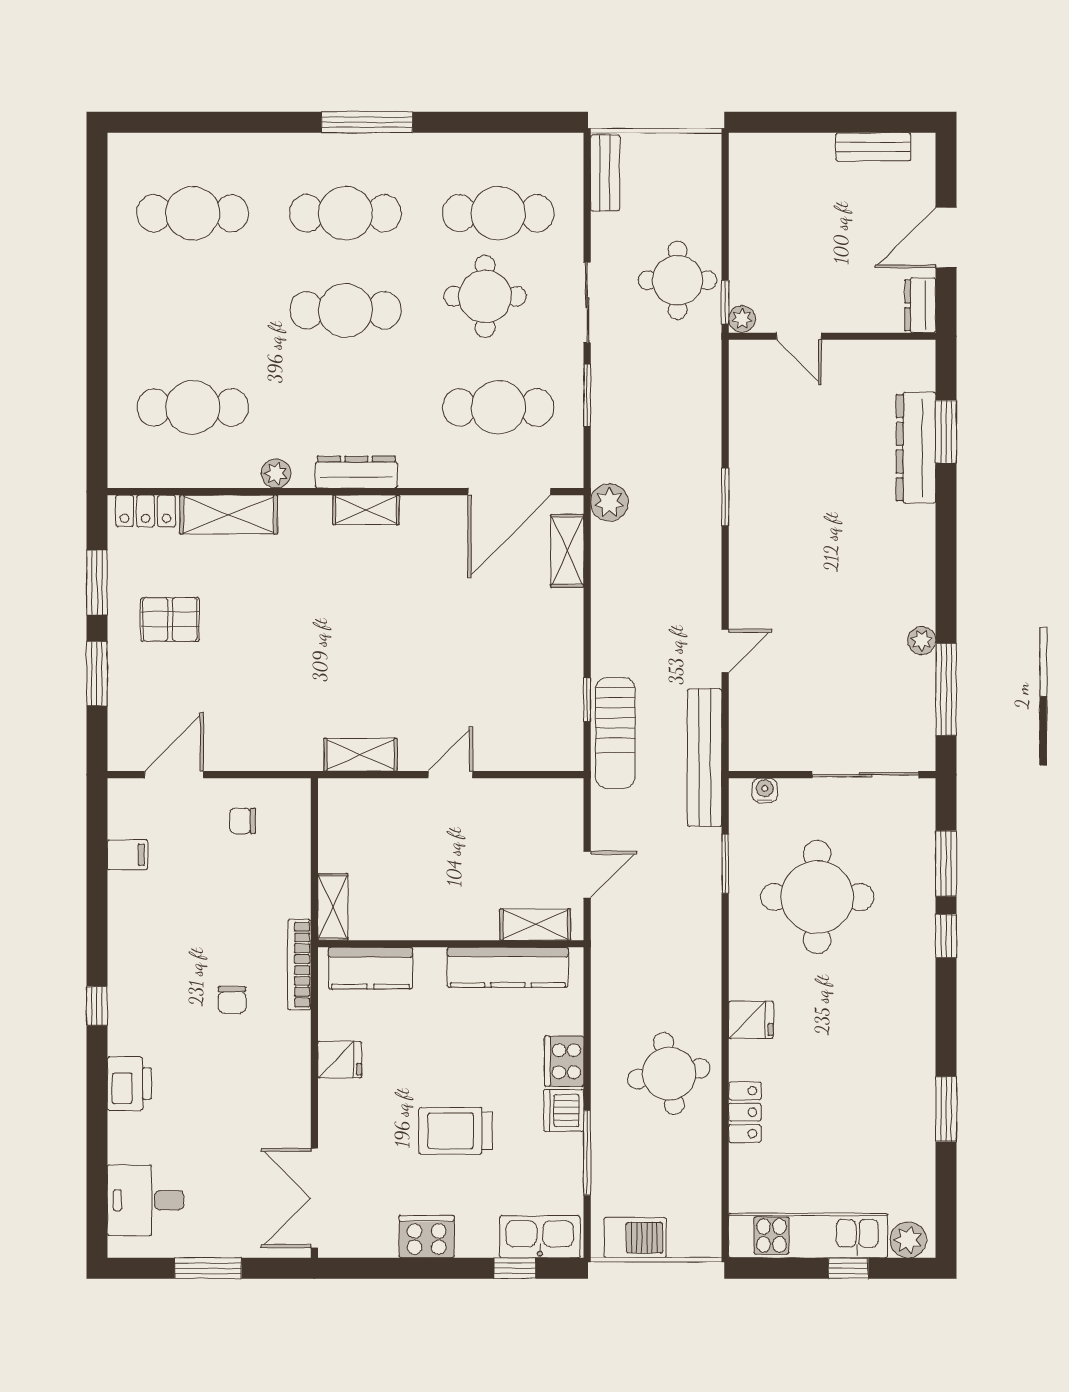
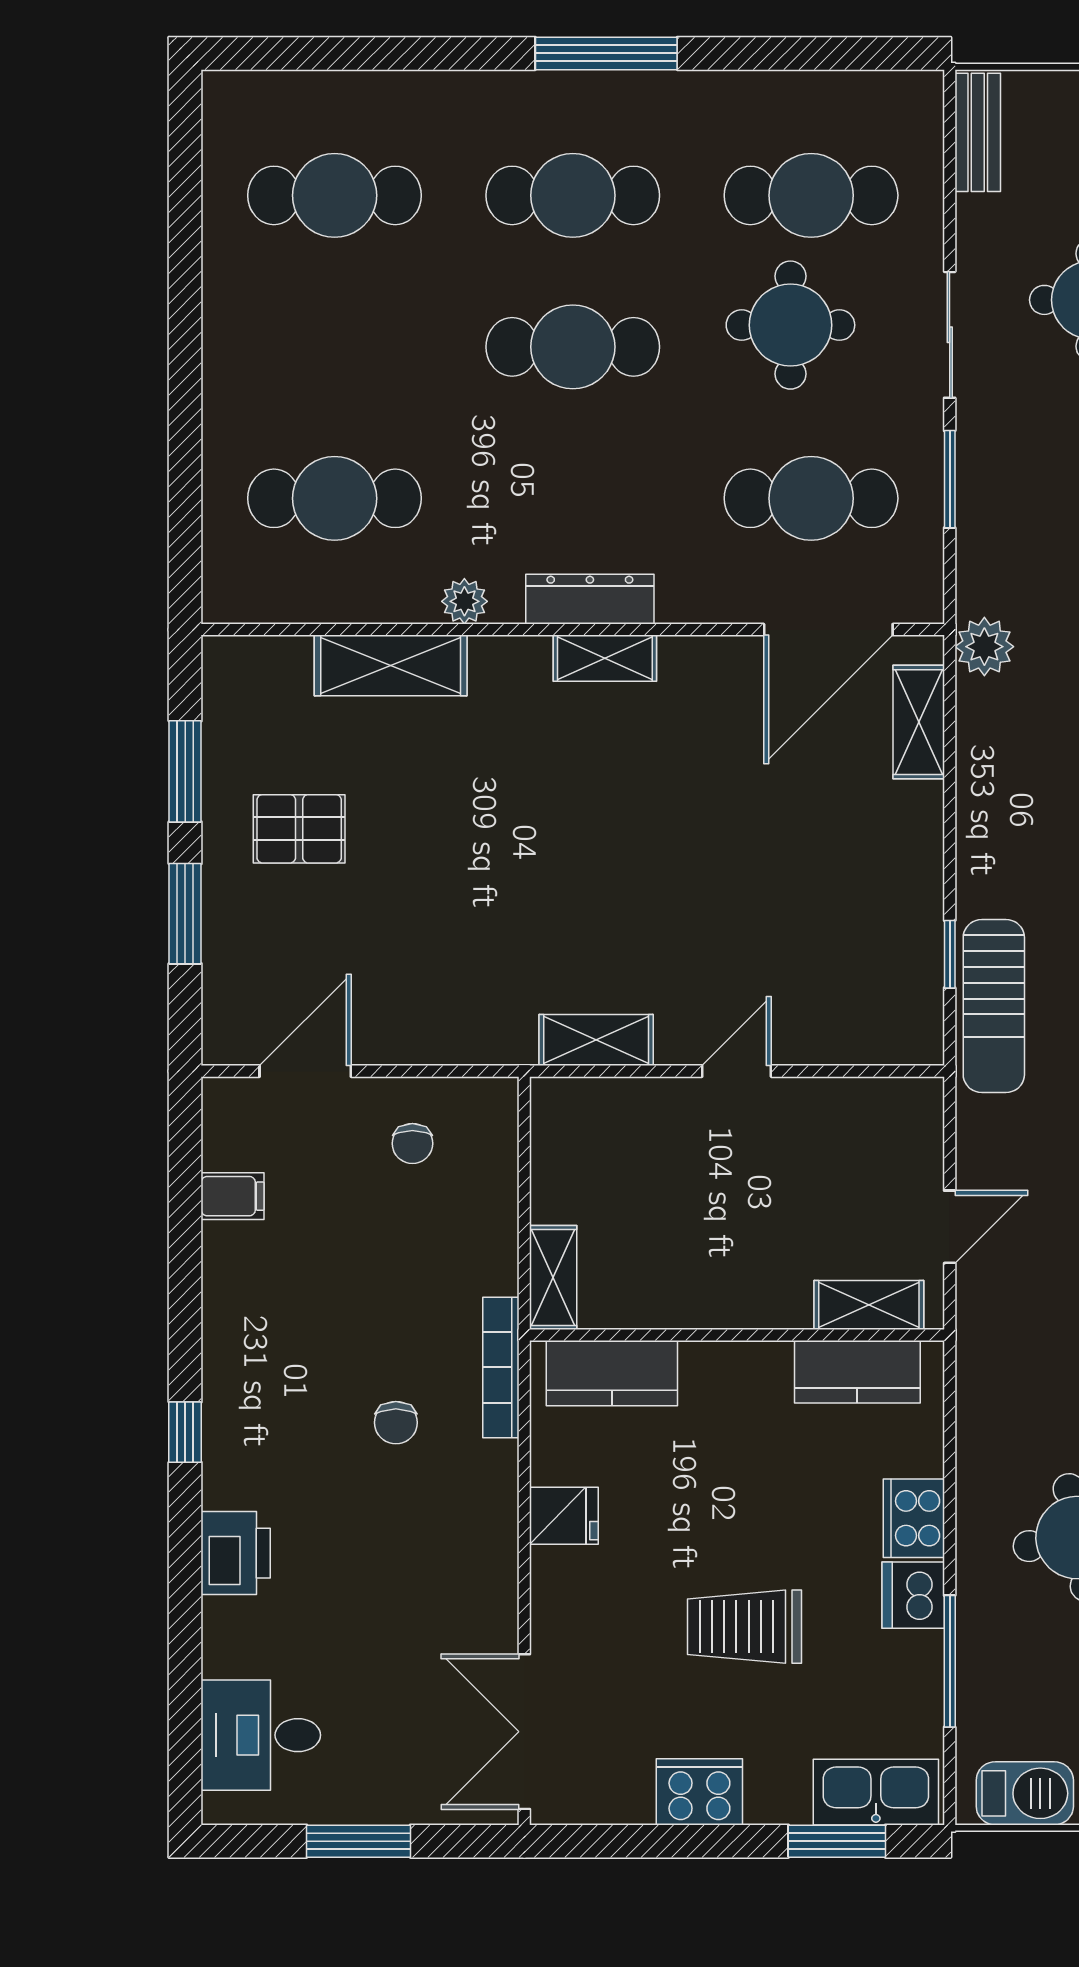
locker: (146, 511) -> (261, 660), removed
chair: (243, 821) -> (412, 1143), turned -90
kitchen counter: (508, 967) -> (857, 1372), width x0.67
window: (515, 1268) -> (837, 1841), width x1.50

